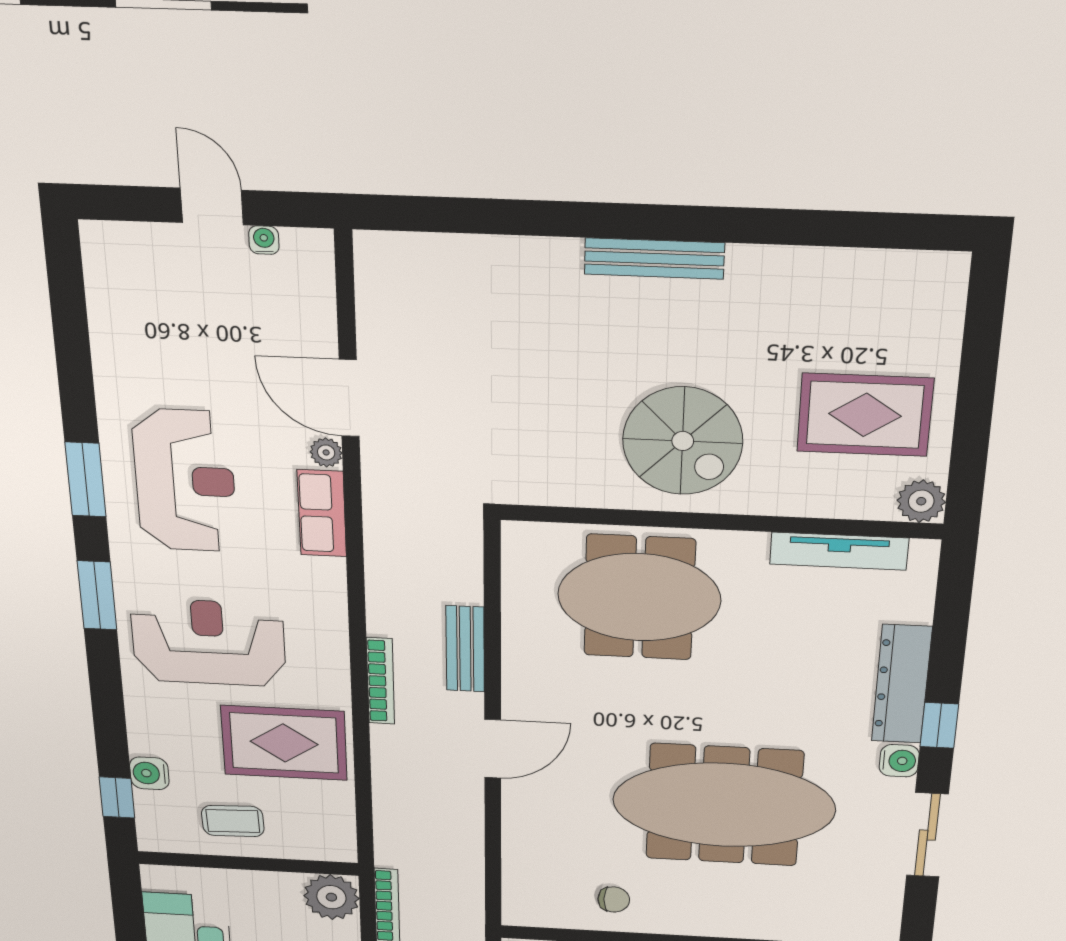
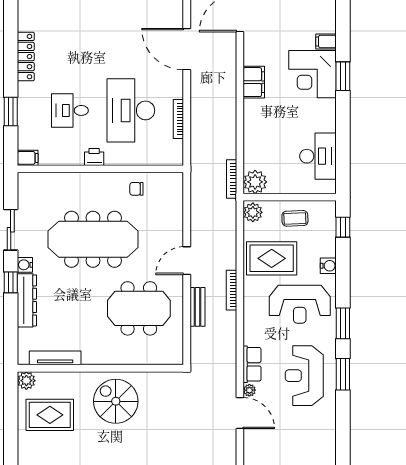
meeting table: (639, 597) -> (139, 308), moved
water cooler: (149, 773) -> (328, 266), moved
plant: (334, 838) -> (253, 212), added

